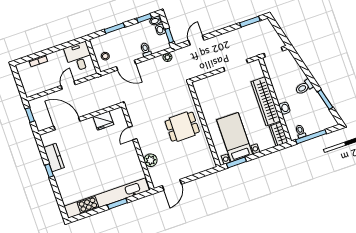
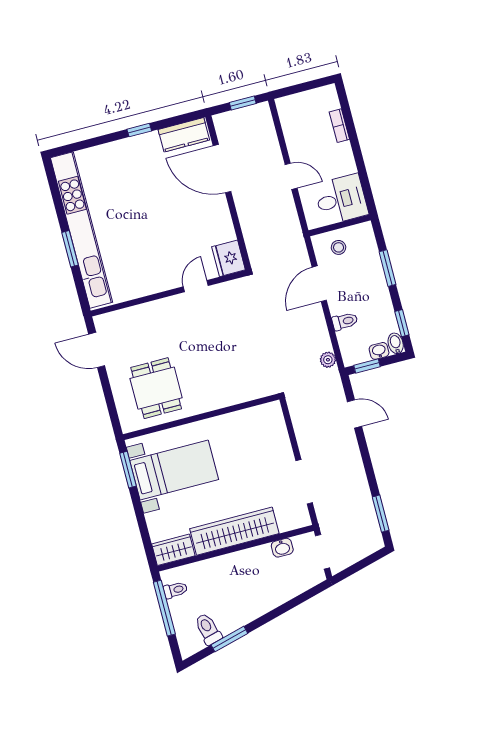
toilet: (304, 87) -> (208, 629), moved
washbasin: (284, 108) -> (282, 548), moved
fridge: (103, 121) -> (229, 258), moved
door: (67, 124) -> (222, 169), swing flipped
dining table: (182, 127) -> (156, 388), moved
door: (133, 133) -> (196, 286), hinge flipped
kitchen counter: (54, 158) -> (184, 135), moved
plant: (151, 160) -> (144, 315), removed

